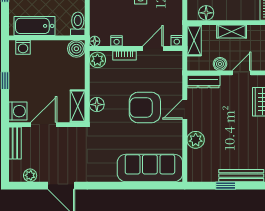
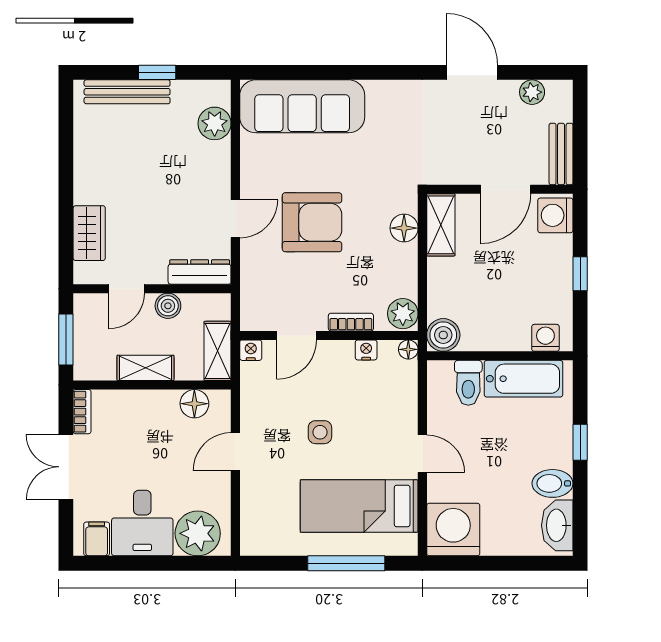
toilet: (78, 24) -> (468, 383), moved
plant: (196, 140) -> (215, 123), moved

